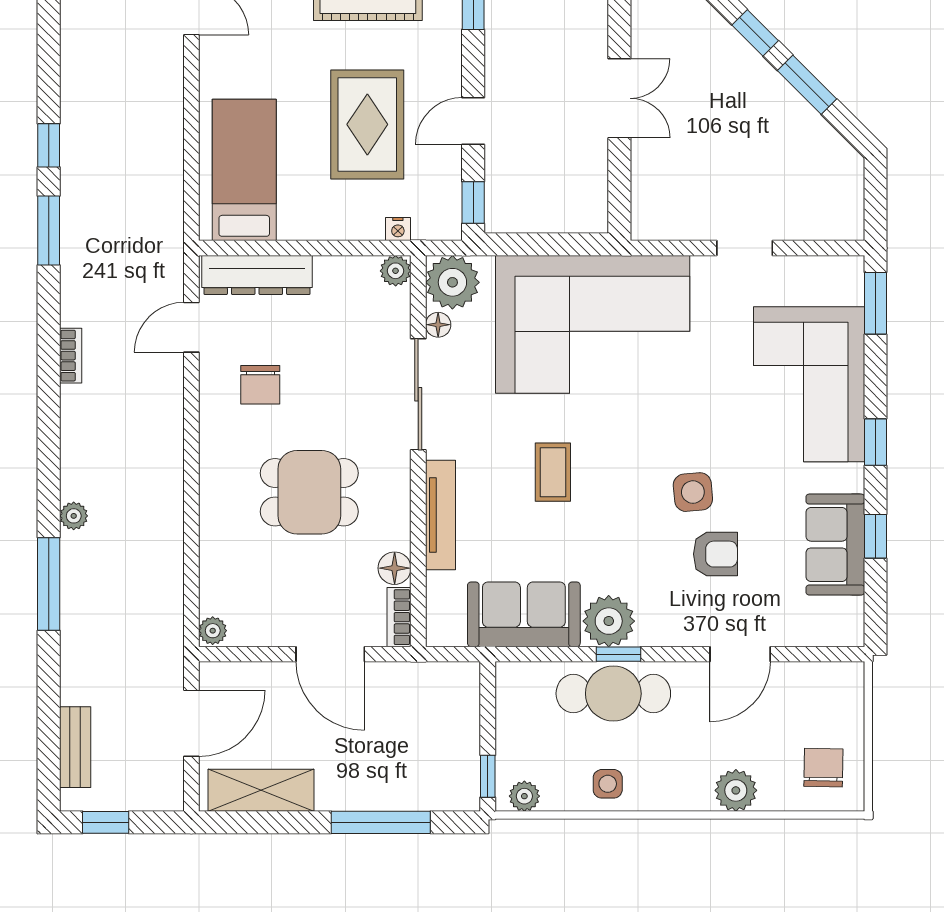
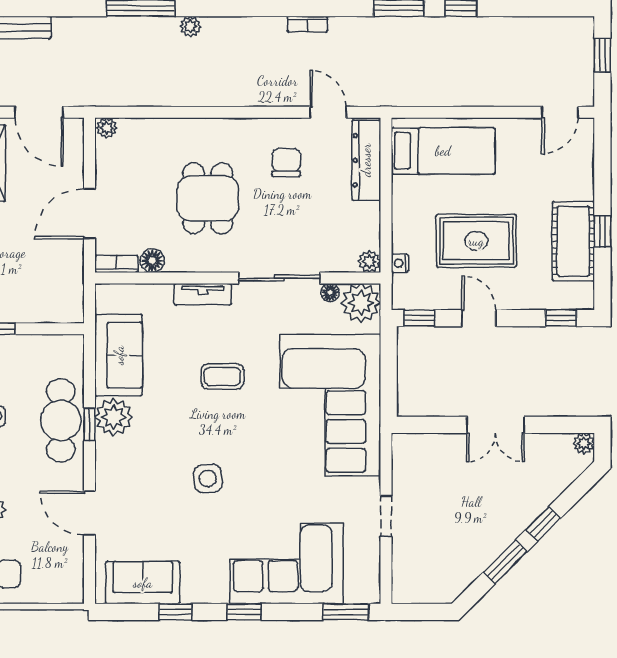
chair: (260, 385) -> (286, 163), turned 90
tv unit: (440, 515) -> (203, 294), width x0.71
sofa: (835, 545) -> (143, 583), moved
armchair: (715, 554) -> (163, 495), removed

